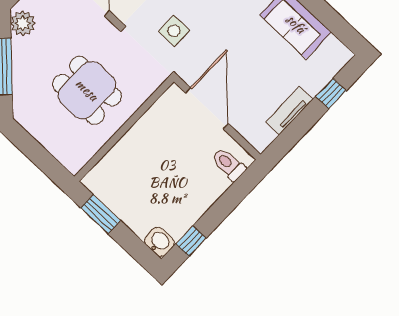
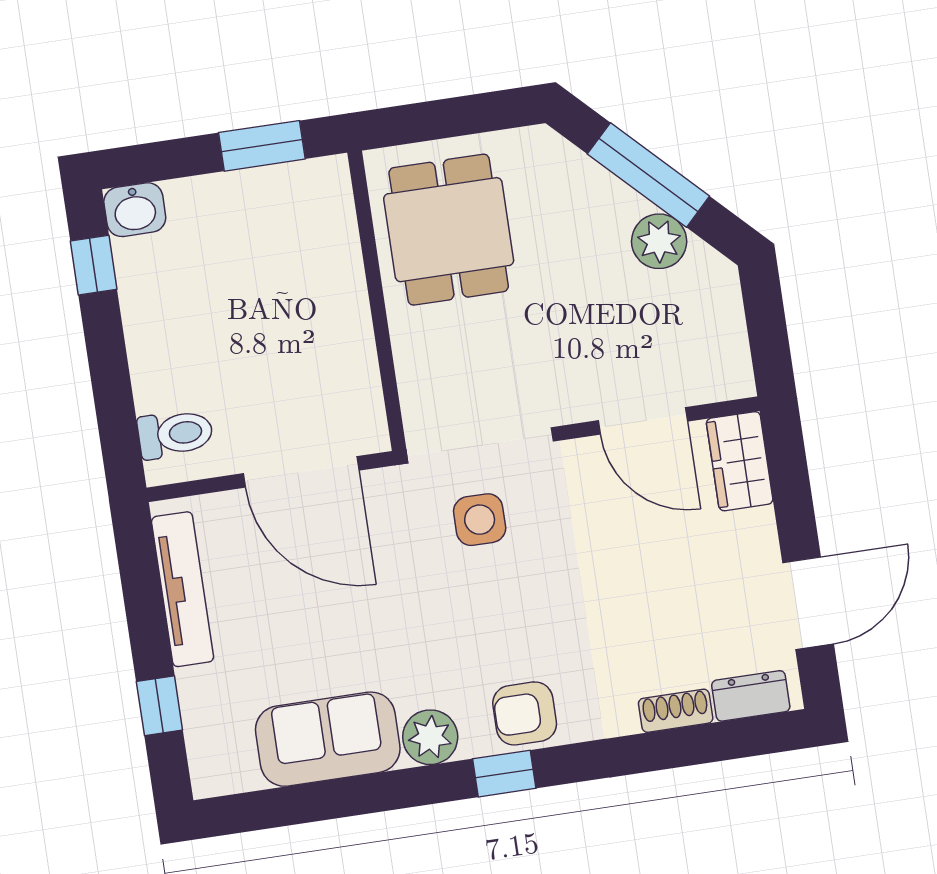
plant: (23, 23) -> (659, 241), moved
dining table: (87, 90) -> (449, 230), moved, turned 90
tv unit: (289, 111) -> (183, 589), width x1.41

